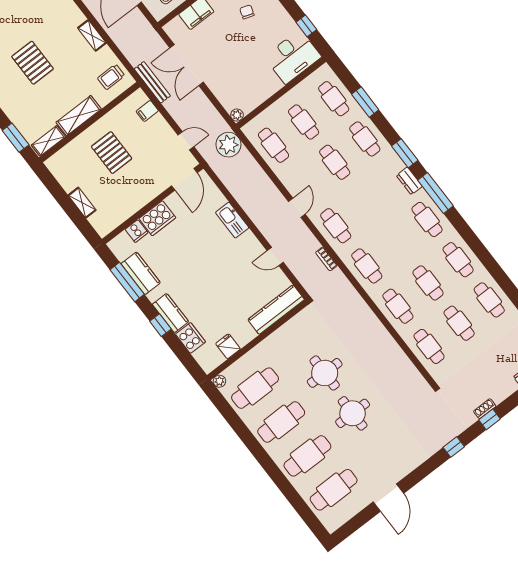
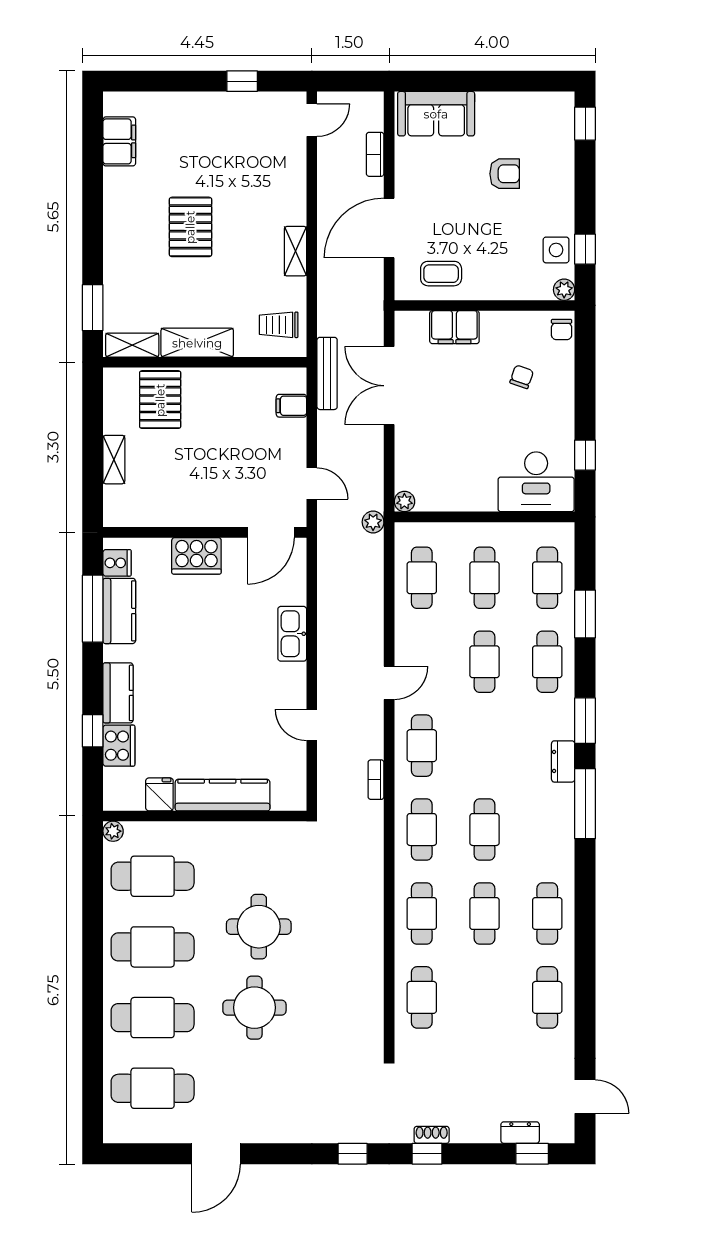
plant: (228, 145) -> (373, 522), width x0.53, depth x0.53
pallet: (112, 153) -> (160, 400), moved
cafe table: (427, 219) -> (485, 830), moved
cooker: (137, 231) -> (117, 563), moved, turned -90
kitchen counter: (276, 310) -> (223, 795), moved
cafe table: (459, 323) -> (485, 997), removed
window: (160, 325) -> (93, 731), moved

